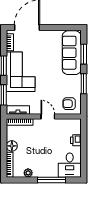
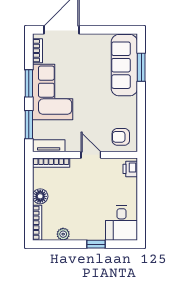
window: (84, 84) -> (141, 109), removed
printer: (76, 140) -> (130, 169), moved
window: (52, 180) -> (96, 244), width x0.46

